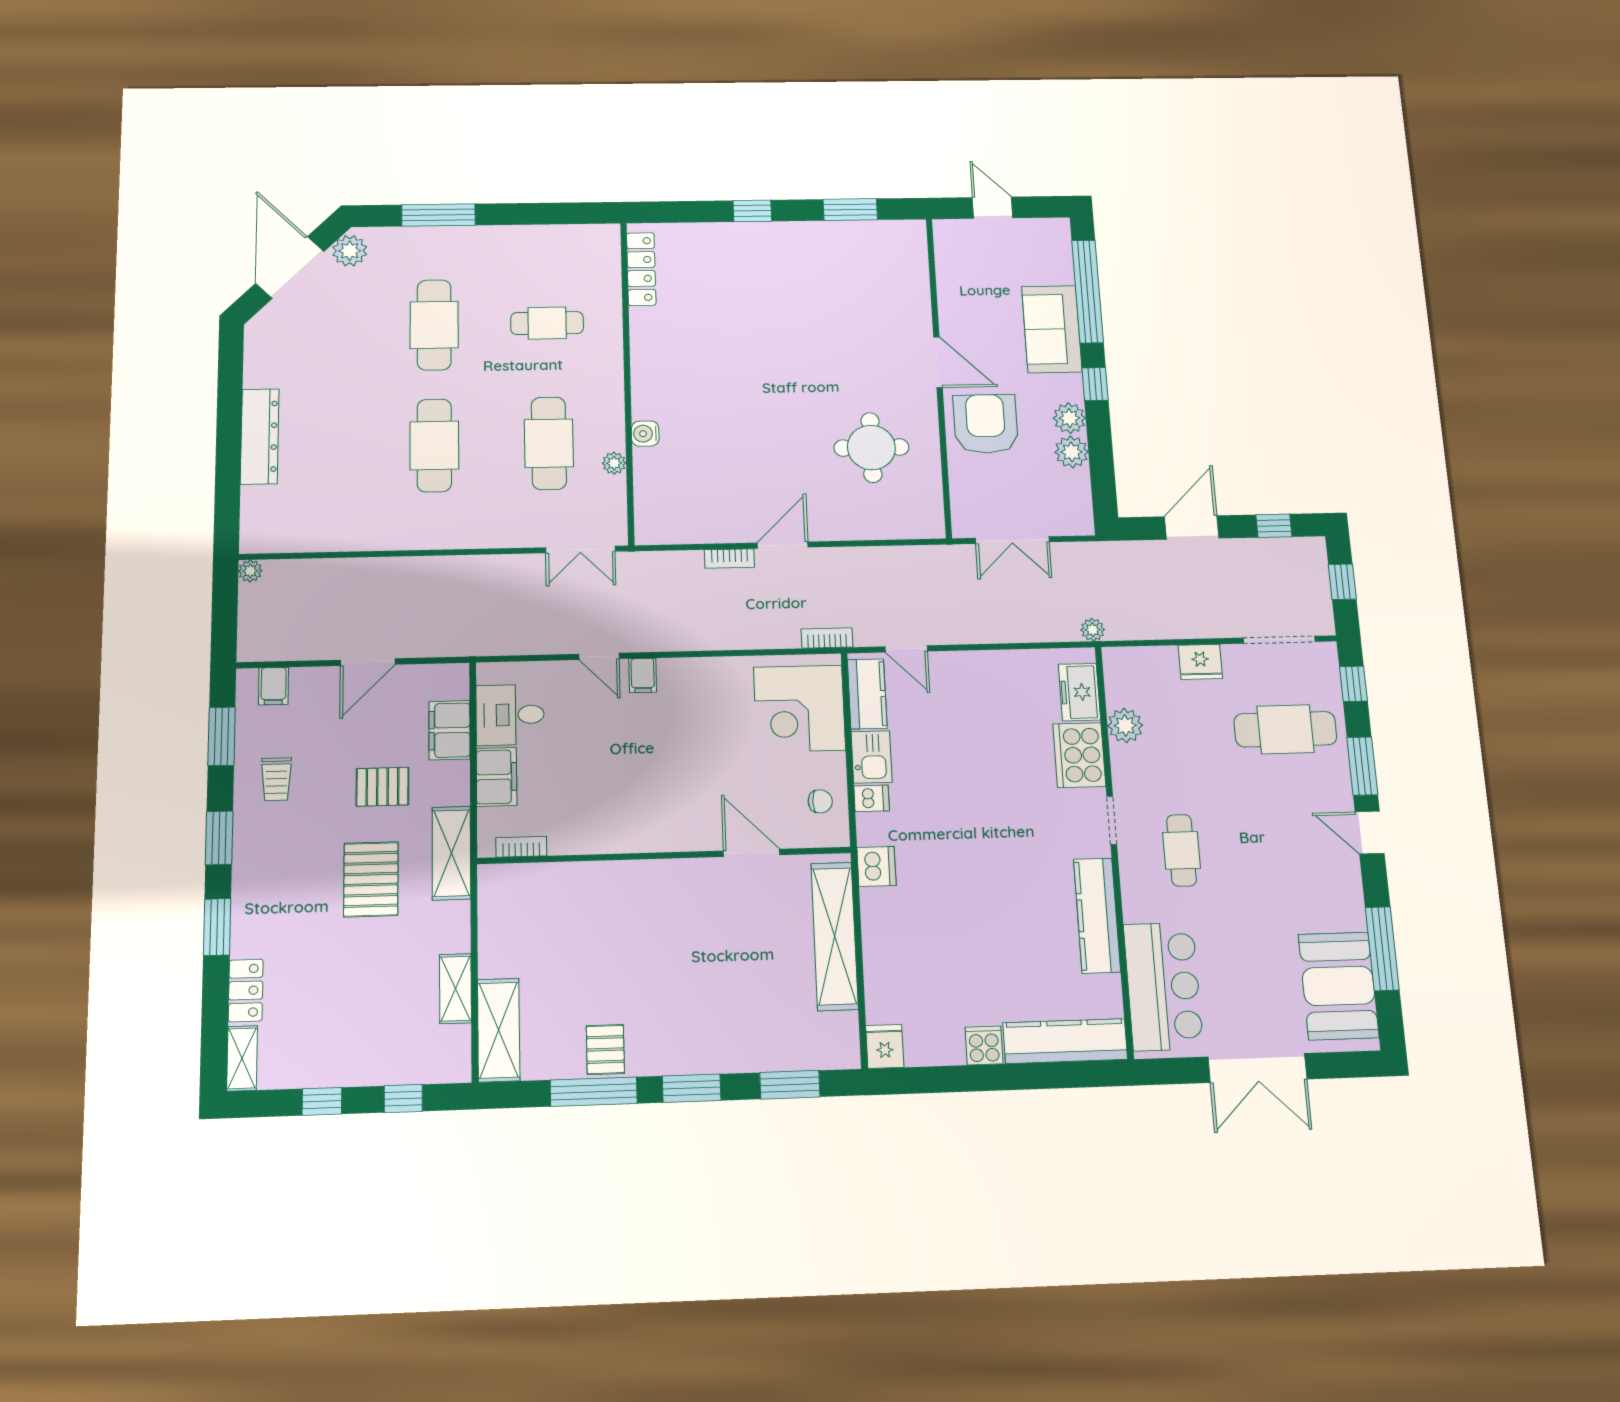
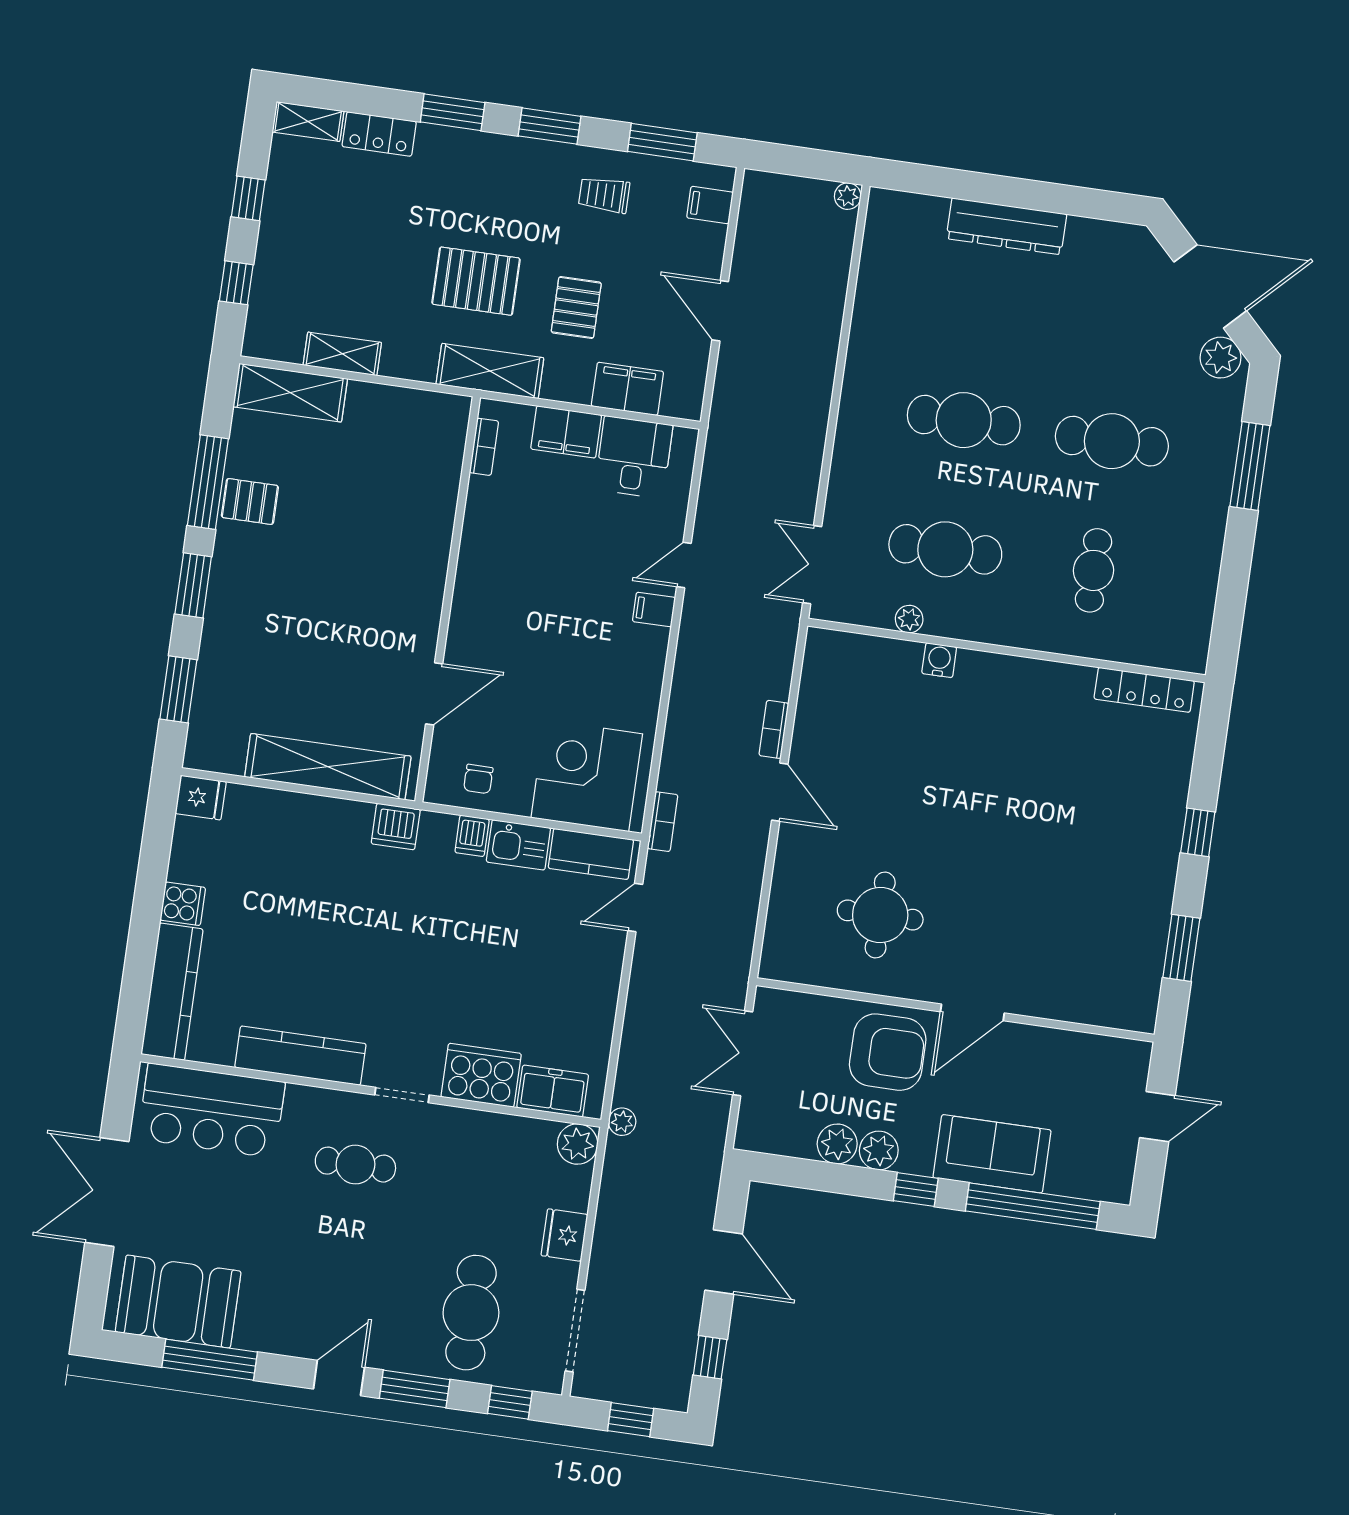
plant: (1125, 726) -> (578, 1144), moved

